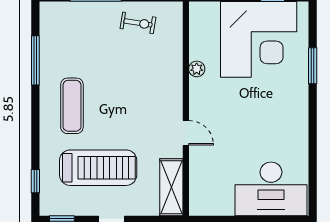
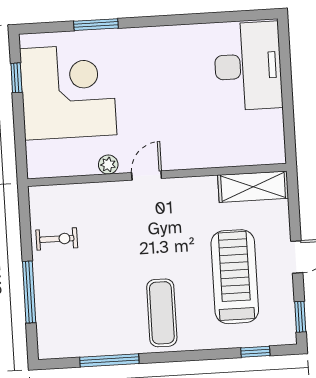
exercise bike: (138, 23) -> (57, 239), turned 81
exercise mat: (72, 106) -> (162, 313), turned 90
door: (186, 133) -> (147, 176), moved

